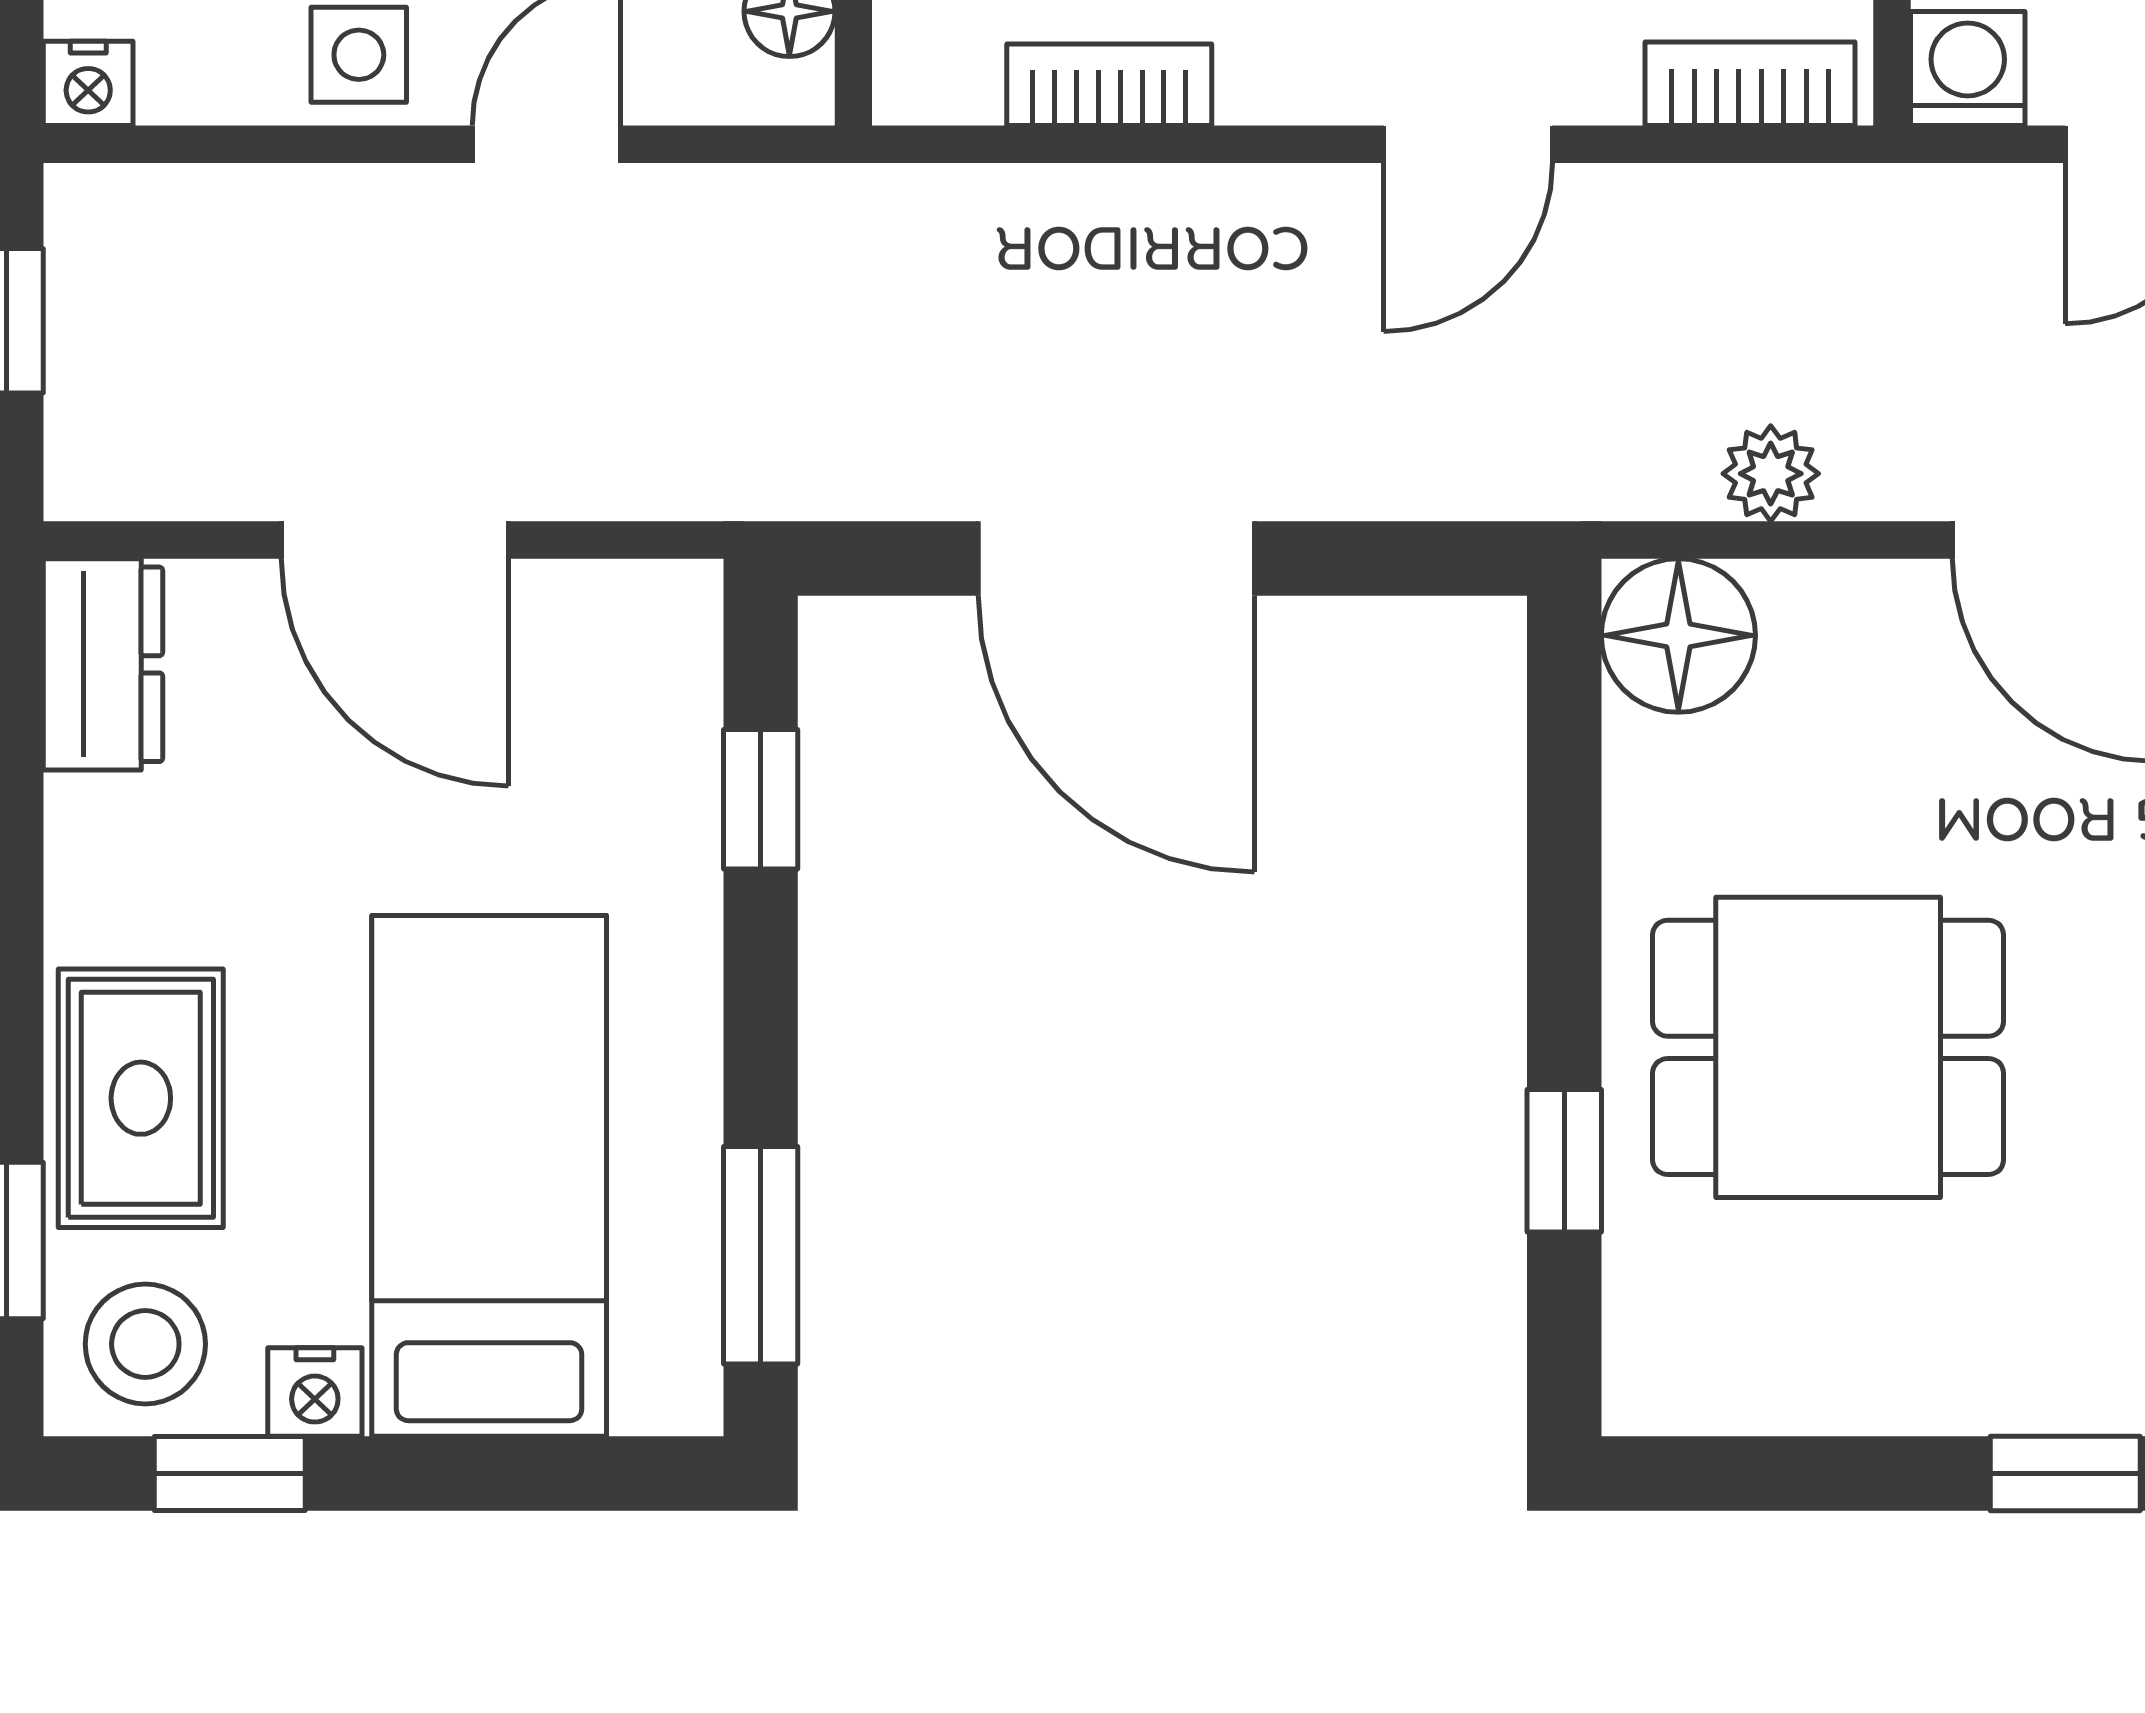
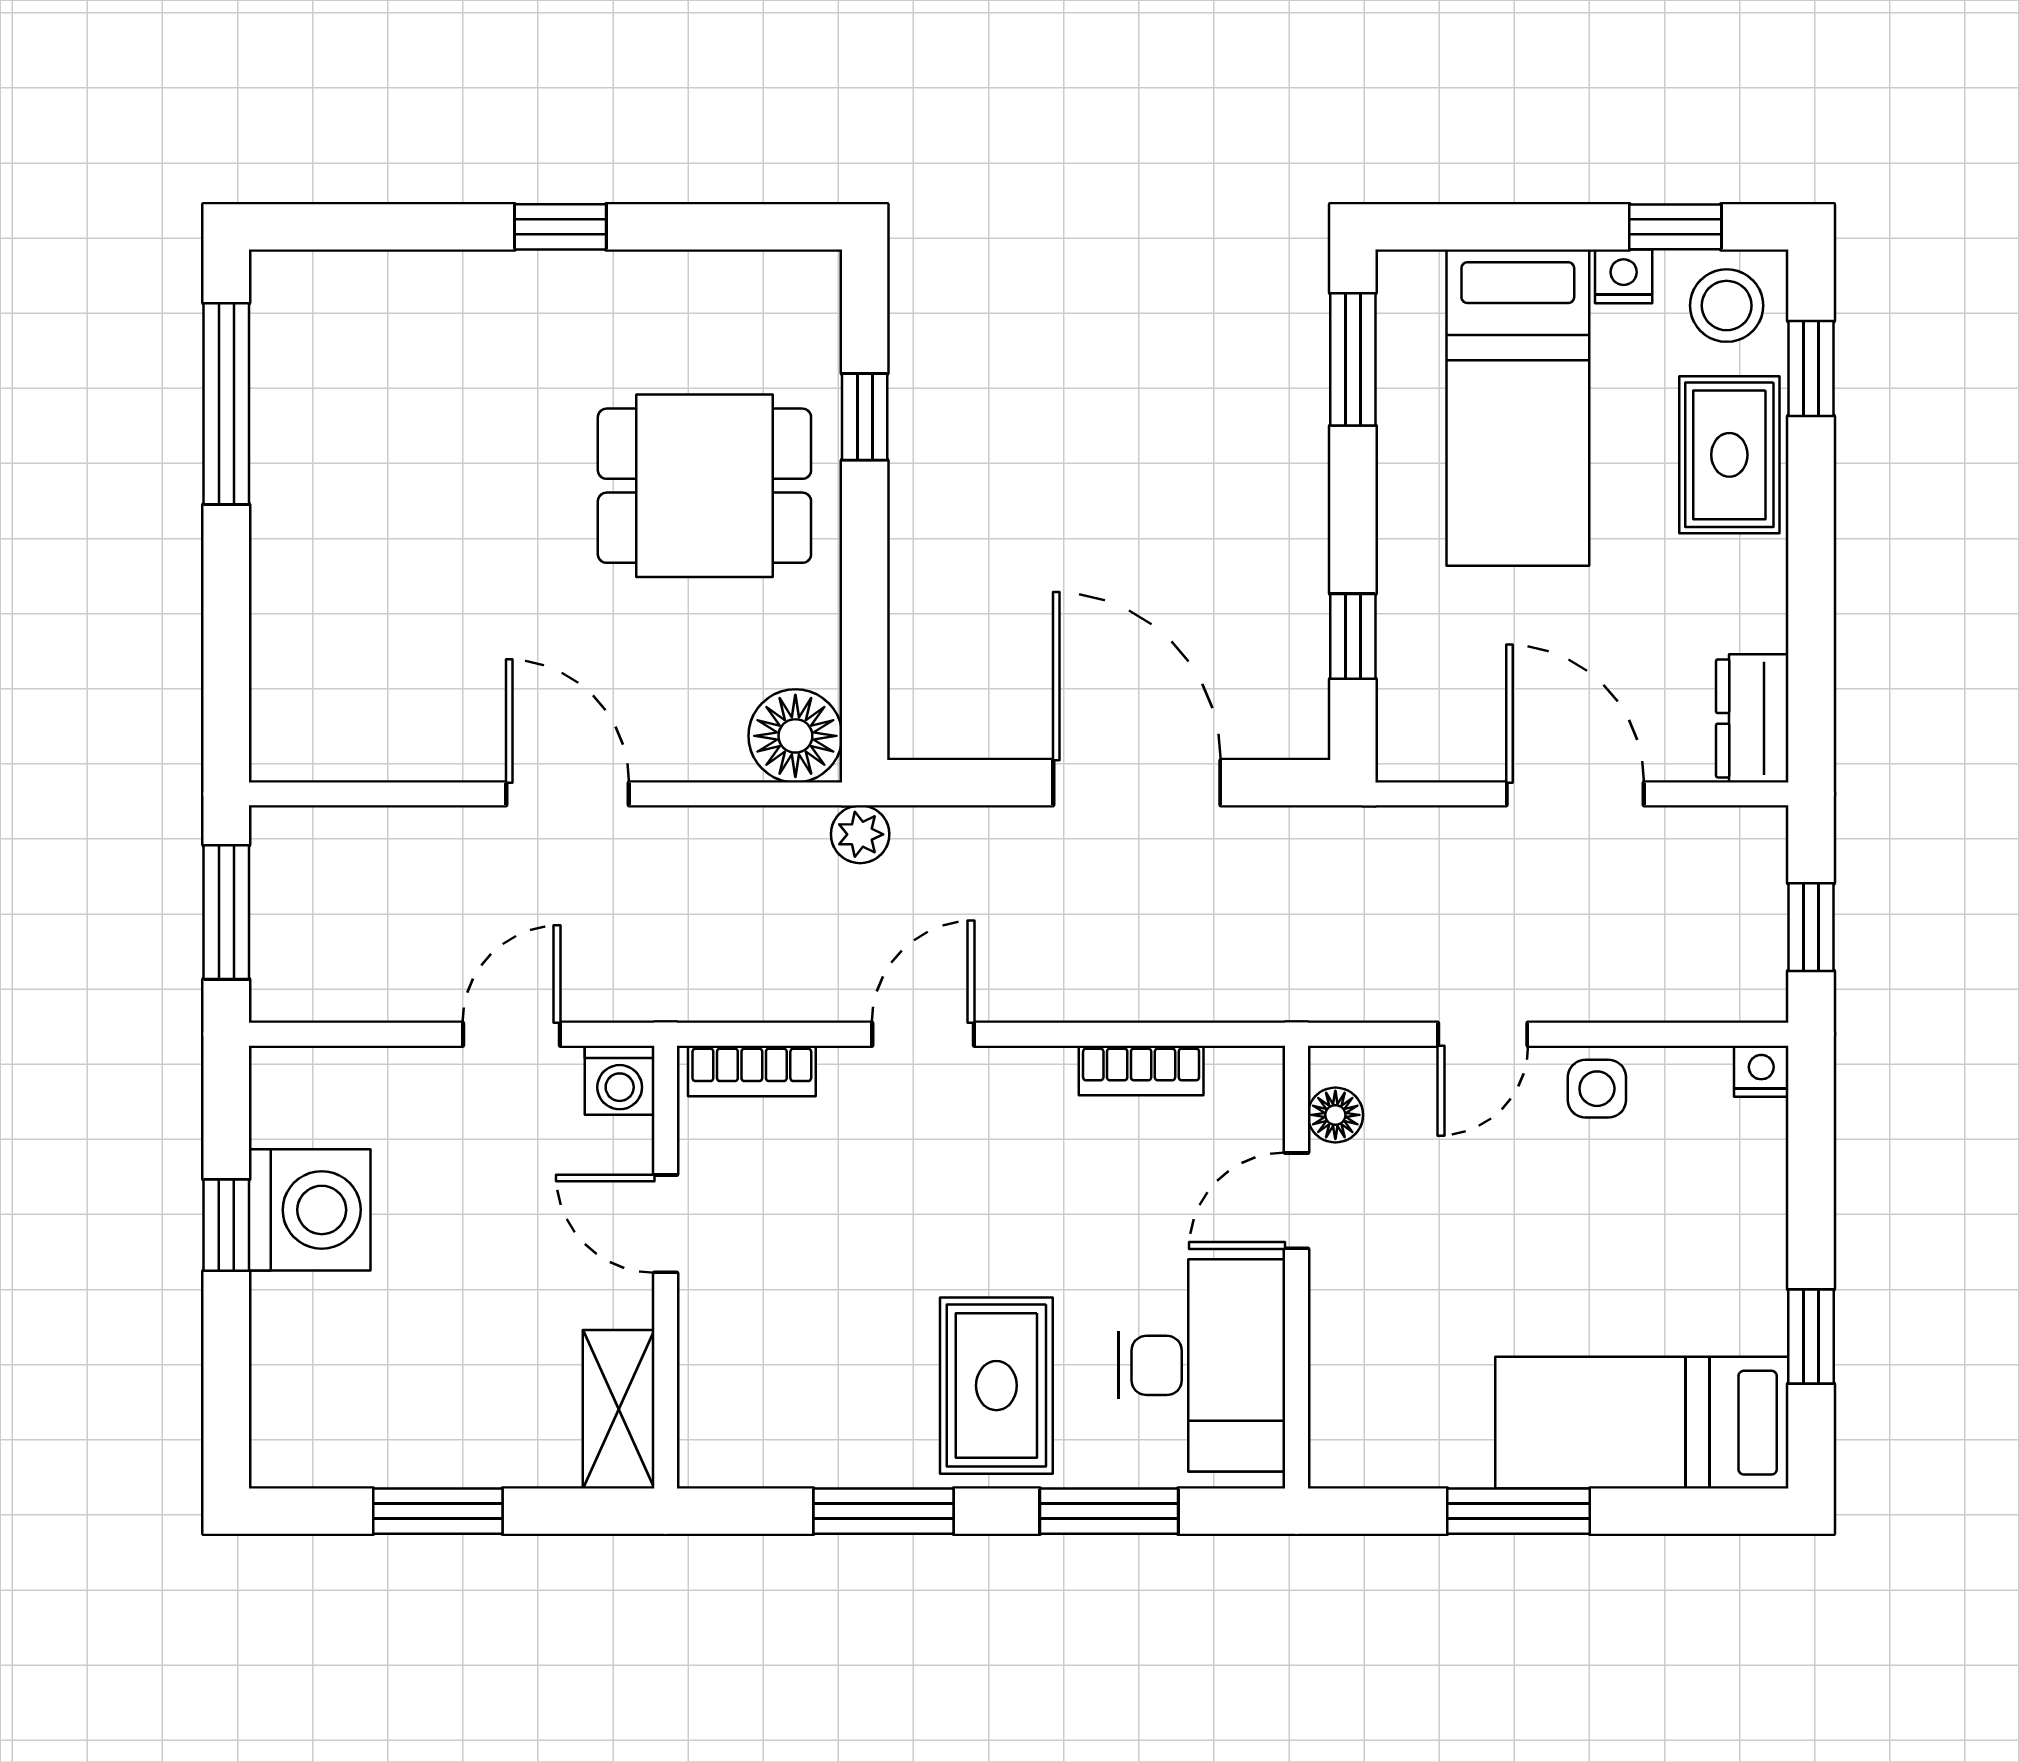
plant: (1771, 474) -> (860, 834), moved

